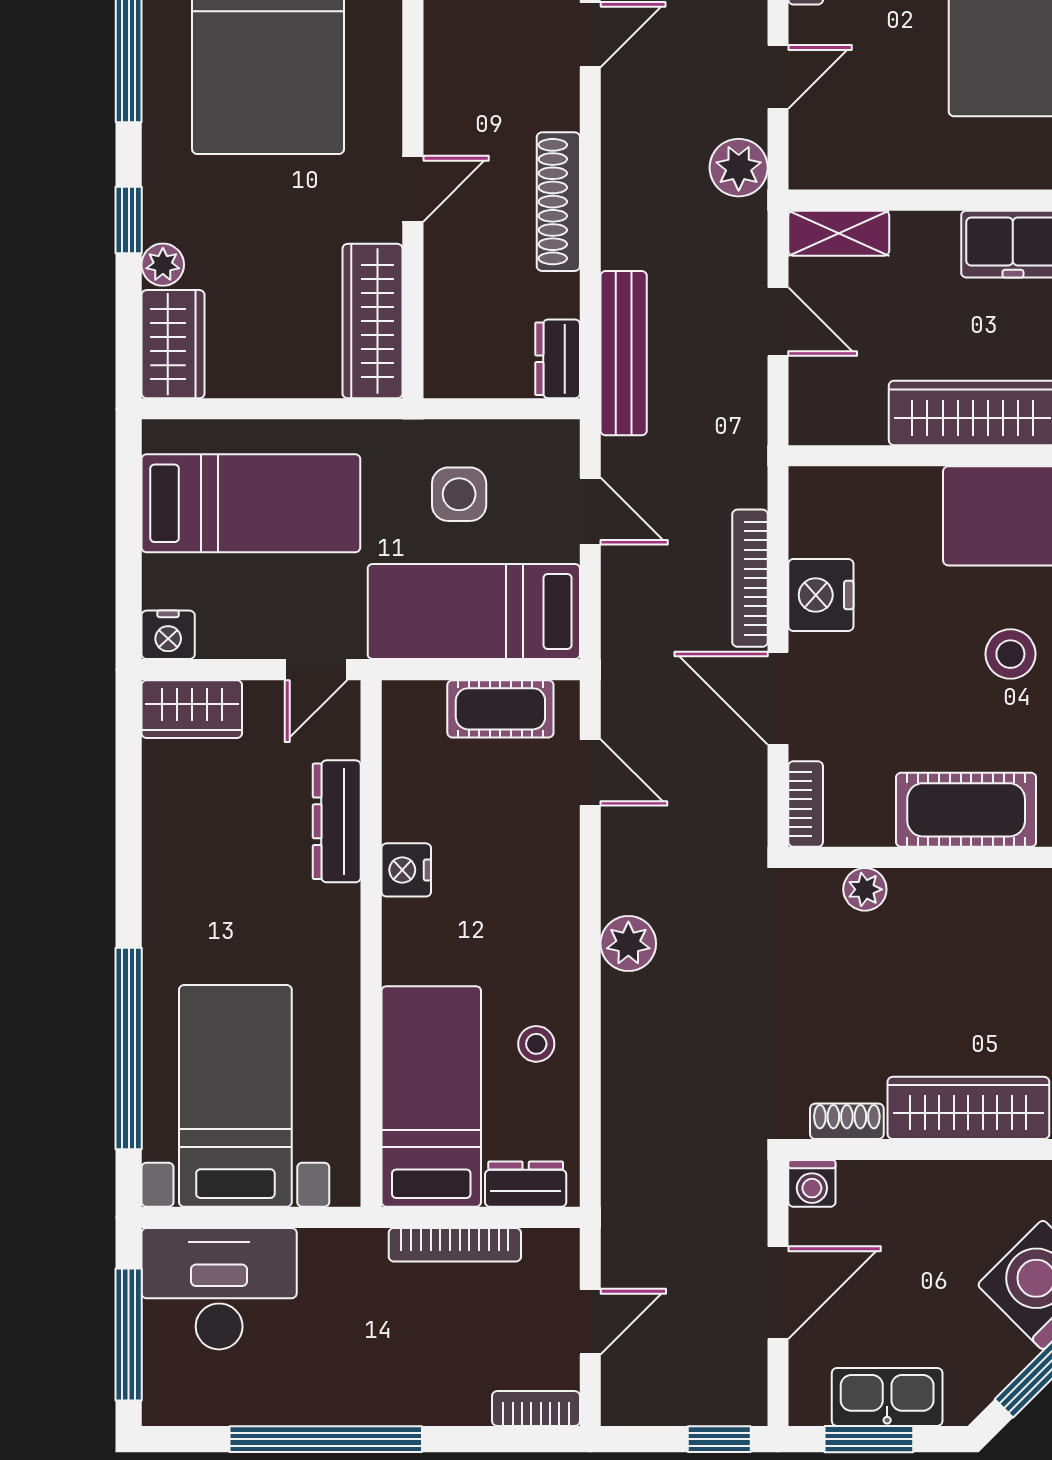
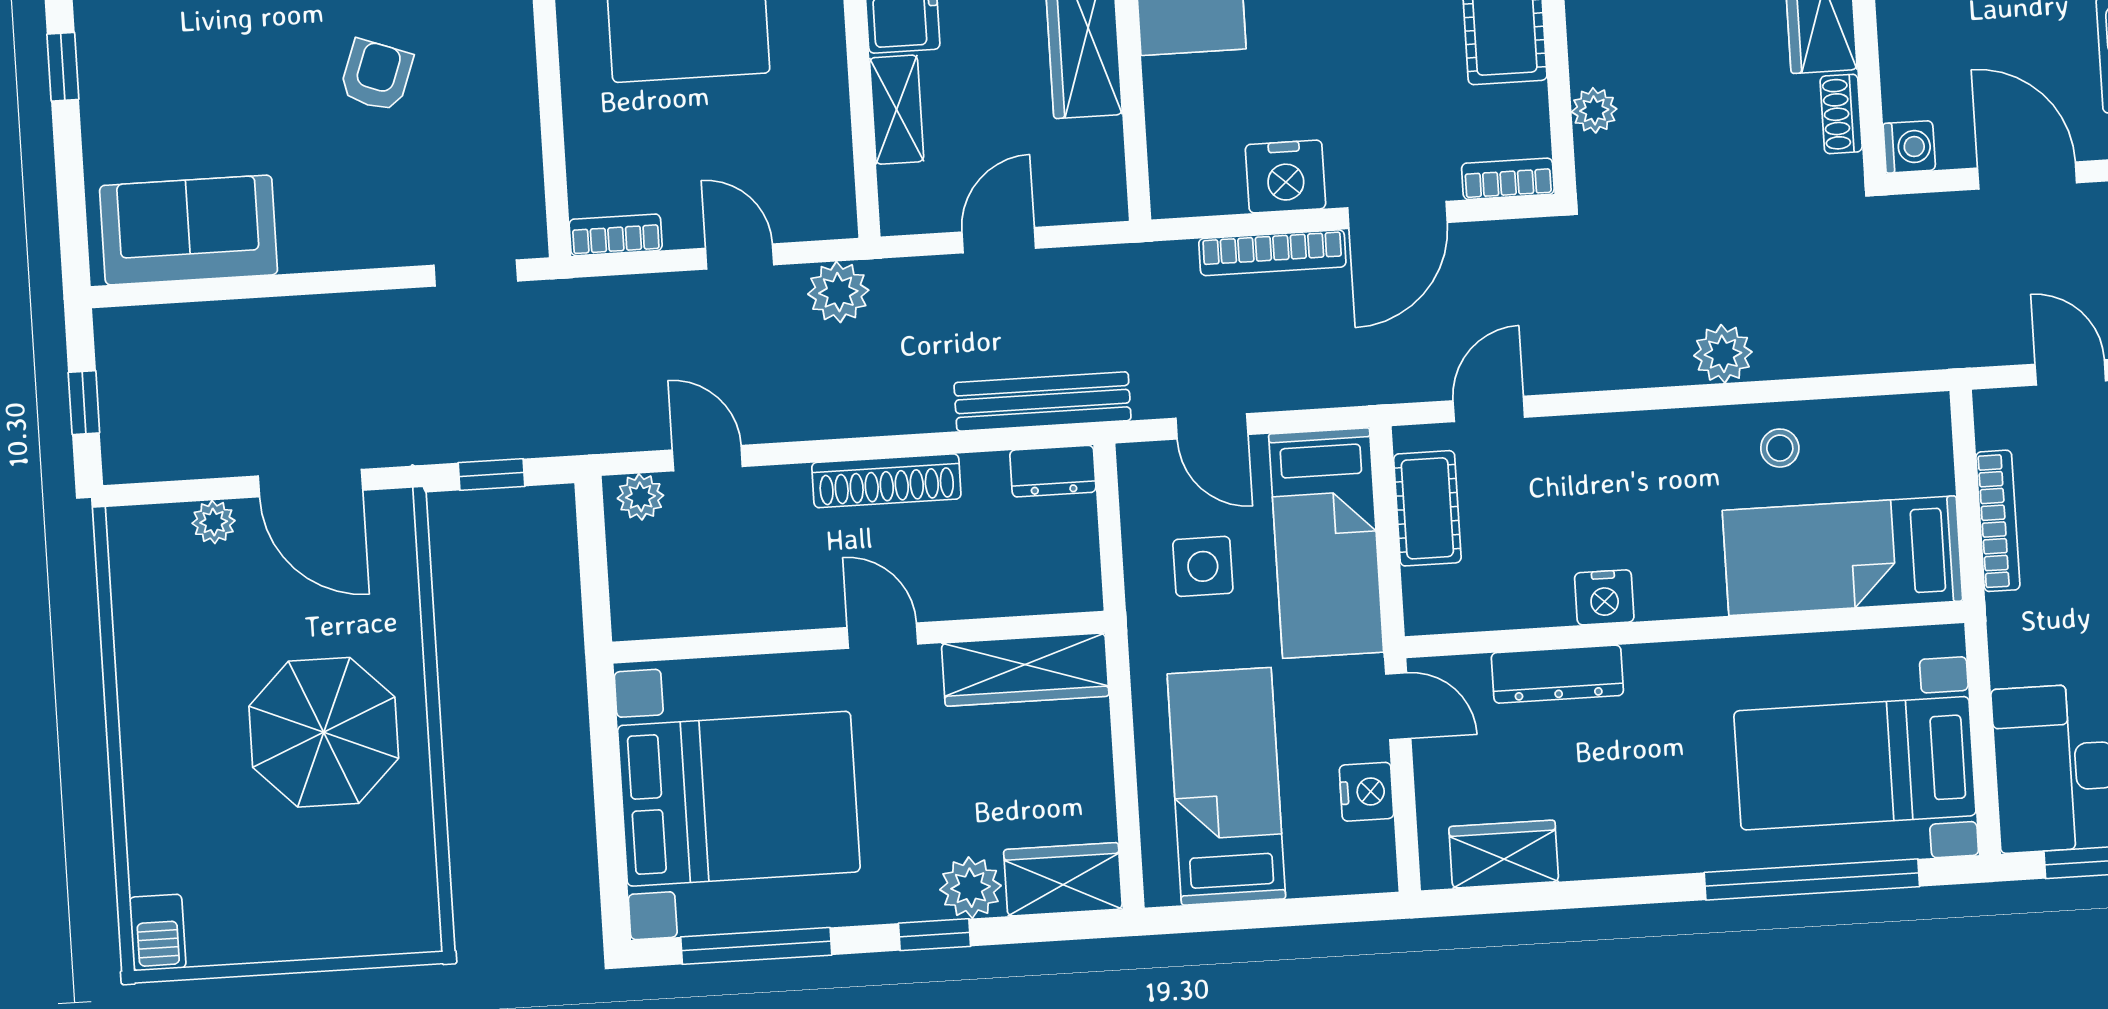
shelving: (839, 233) -> (897, 110), moved
plant: (163, 265) -> (971, 888), width x1.38, depth x1.38
door: (590, 511) -> (1212, 426), swing flipped
nightstand: (168, 635) -> (1367, 792), moved
wardrobe: (192, 709) -> (1504, 854), moved, turned -90
plant: (628, 944) -> (1723, 354), moved
dresser: (526, 1184) -> (1929, 450), removed

